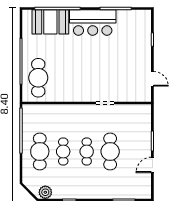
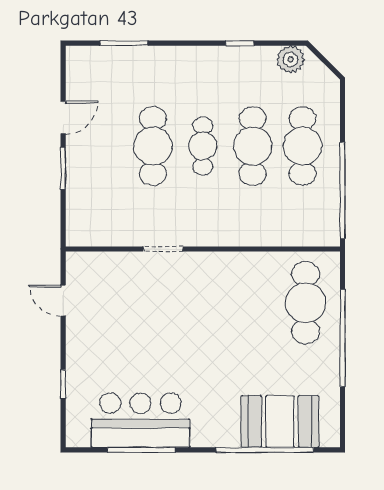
bar counter: (93, 23) -> (140, 420), moved
cafe table: (63, 151) -> (253, 146), width x1.37, depth x1.35

